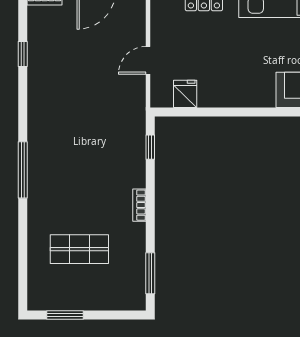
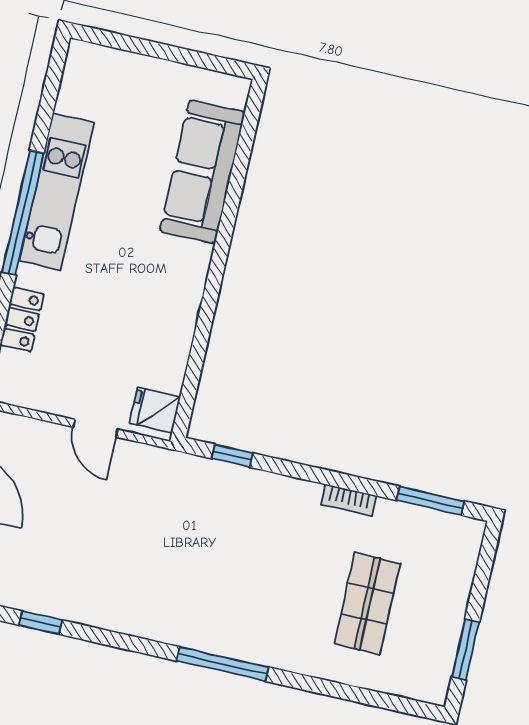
fridge: (185, 94) -> (155, 410), moved
bookcase: (139, 205) -> (349, 500), moved

